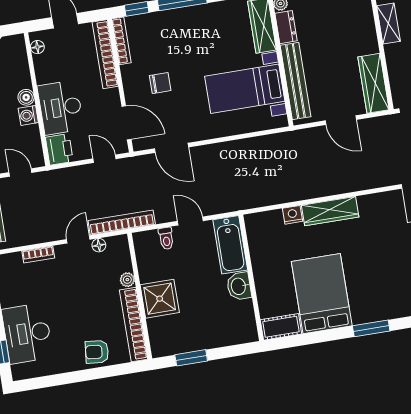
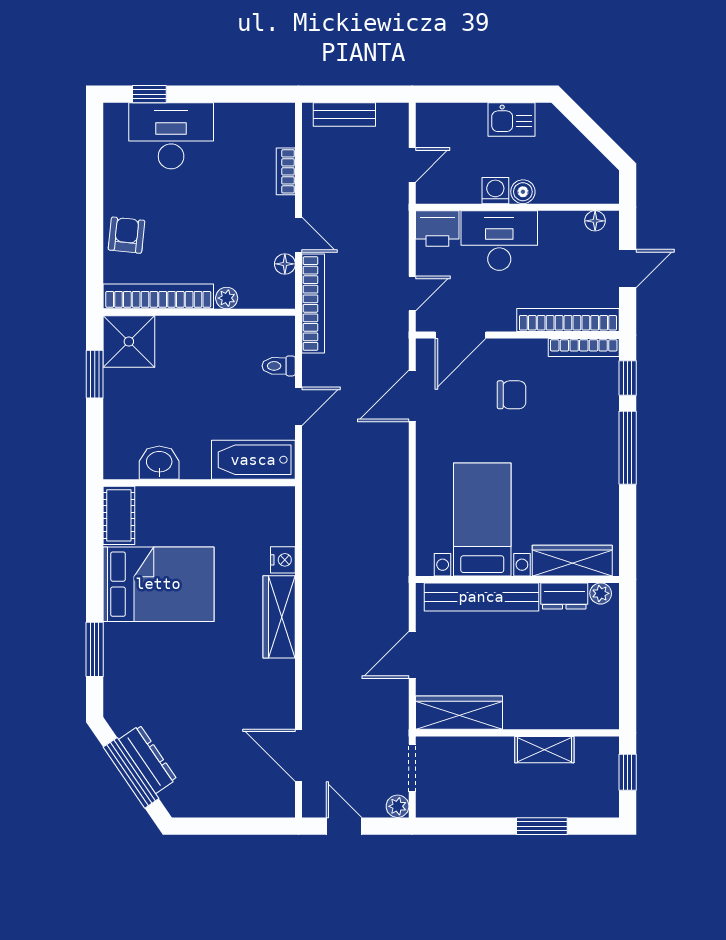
chair: (160, 83) -> (512, 395), turned -90
washbasin: (239, 286) -> (159, 463), moved
shower: (160, 299) -> (129, 342), moved

